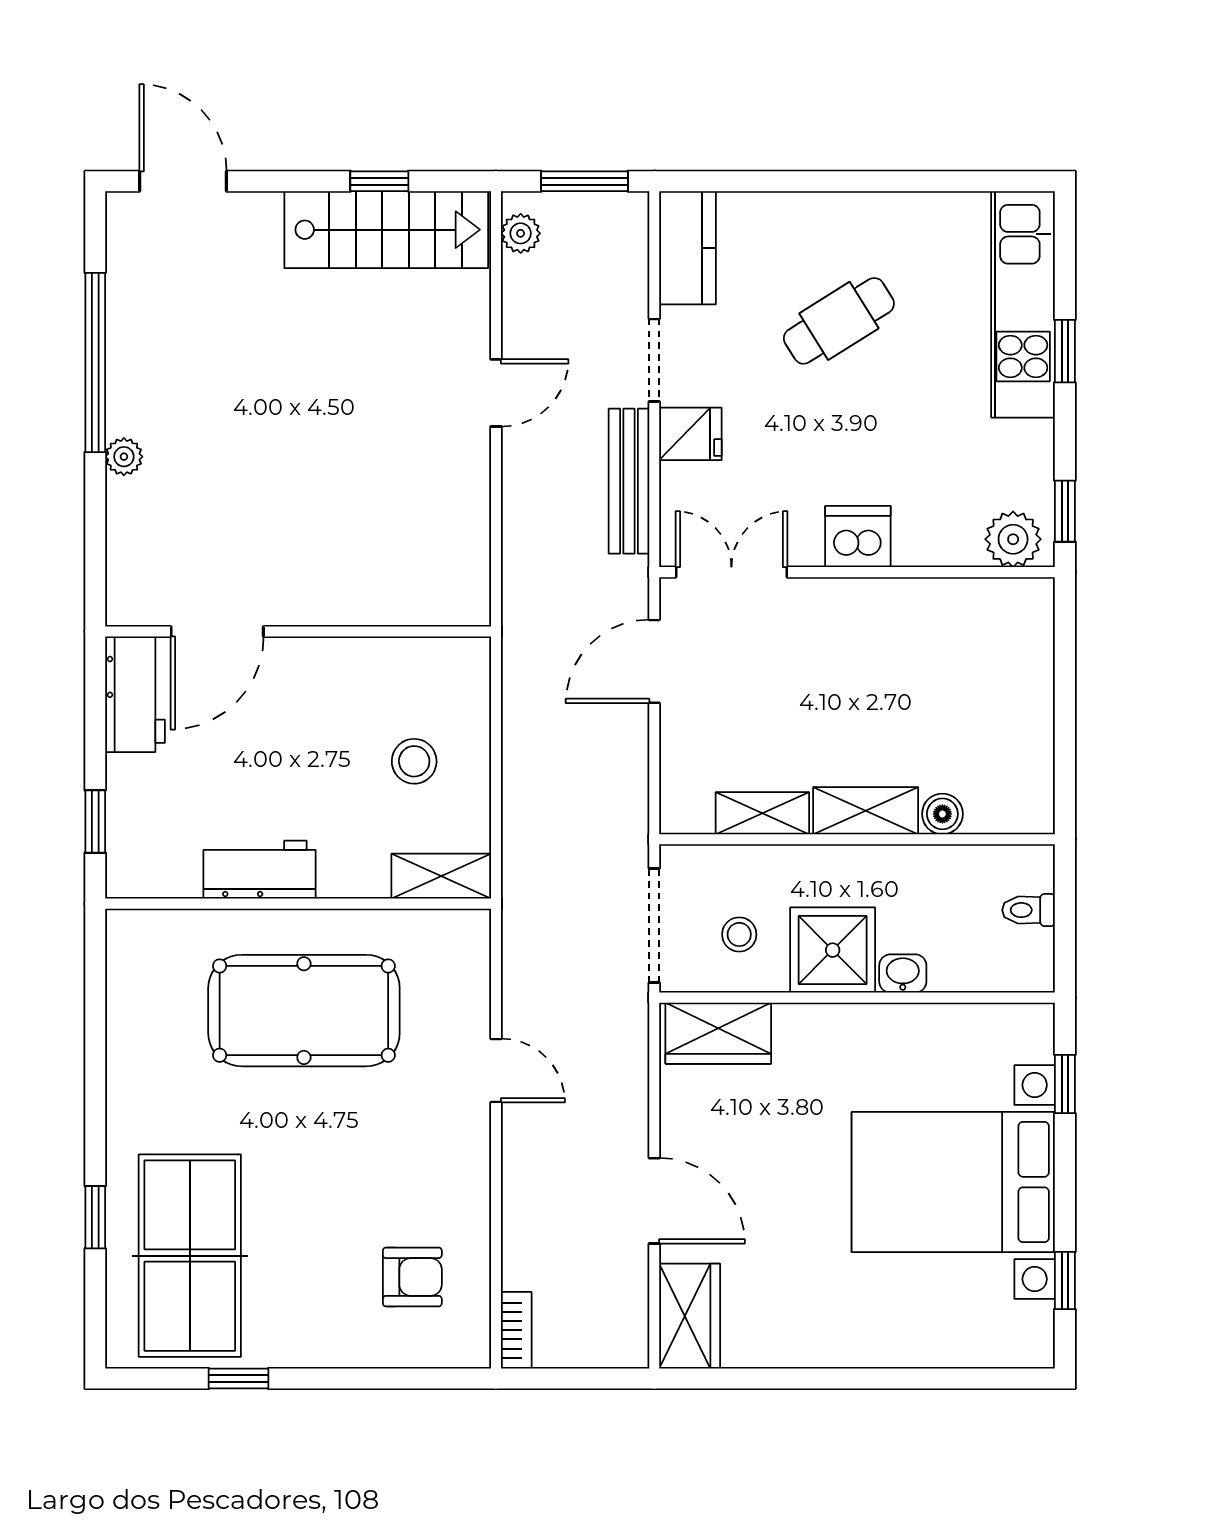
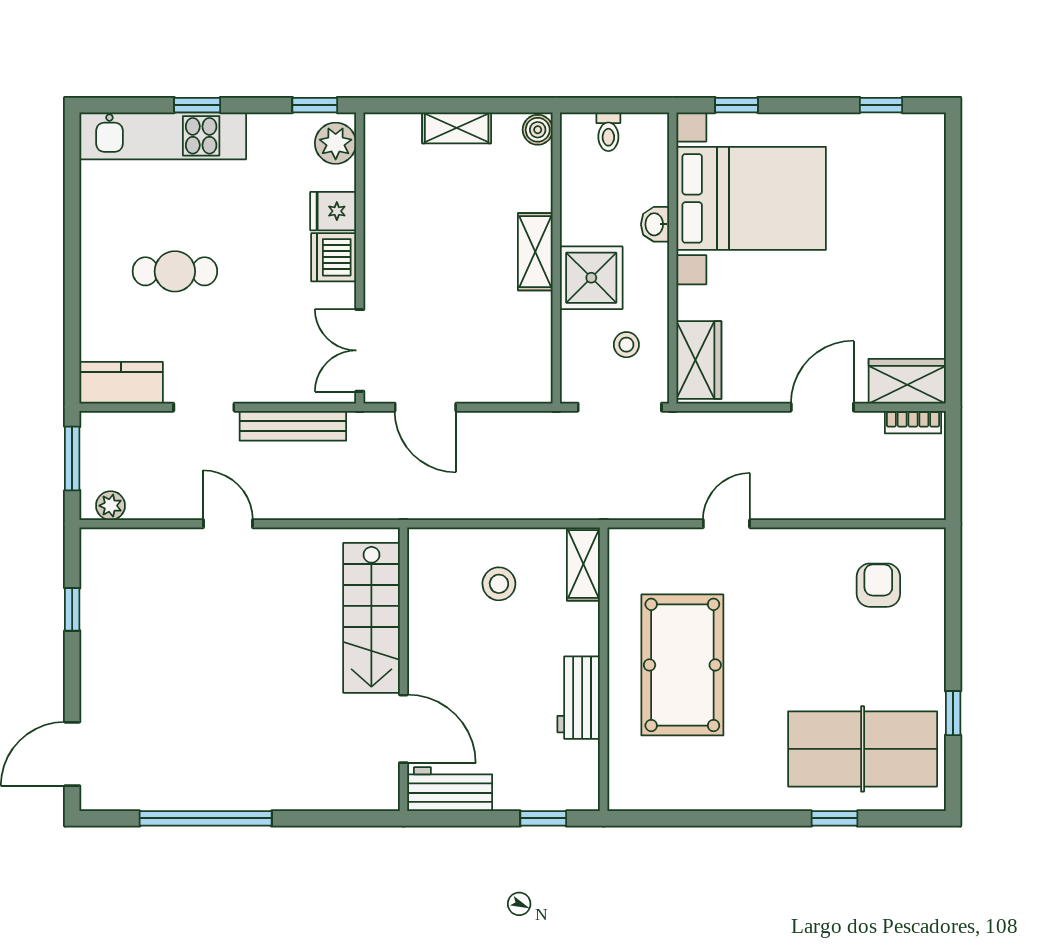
stairs: (386, 230) -> (371, 618), moved, turned 180
cafe table: (839, 321) -> (175, 271), turned -58
fridge: (690, 434) -> (333, 211), moved, turned -90
plant: (124, 457) -> (275, 797), removed
shelving: (762, 813) -> (457, 128), moved, turned 90
boiler: (942, 814) -> (538, 130), moved
shower: (833, 950) -> (591, 278), moved
bed with nightstands: (953, 1182) -> (751, 198), moved, turned -90
bookcase: (516, 1330) -> (913, 422), moved, turned 180

